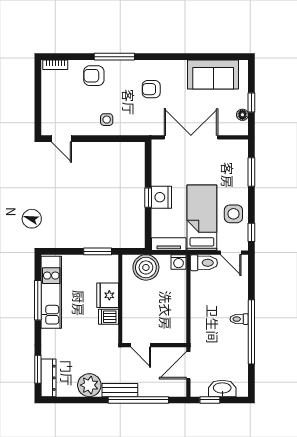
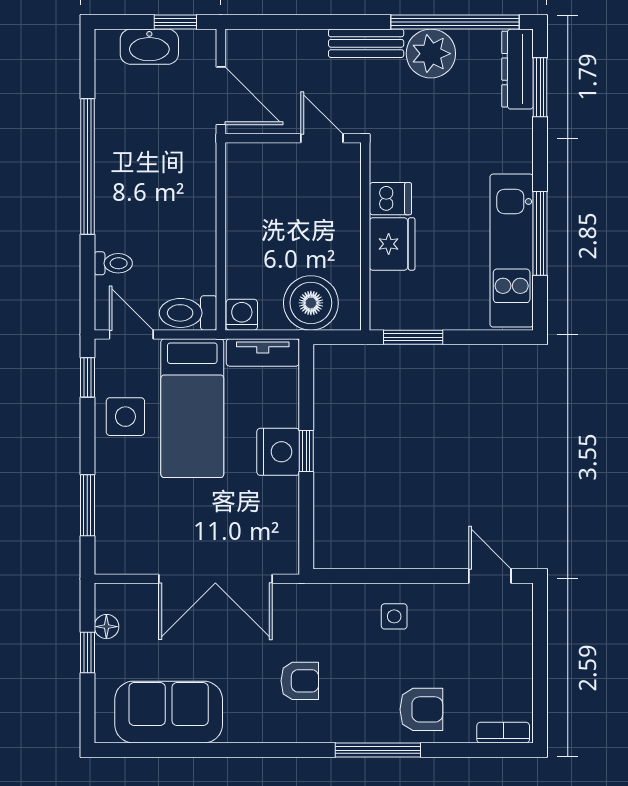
toilet: (239, 319) -> (113, 263), moved
door: (188, 365) -> (221, 96), hinge flipped
window: (138, 400) -> (455, 22), moved

